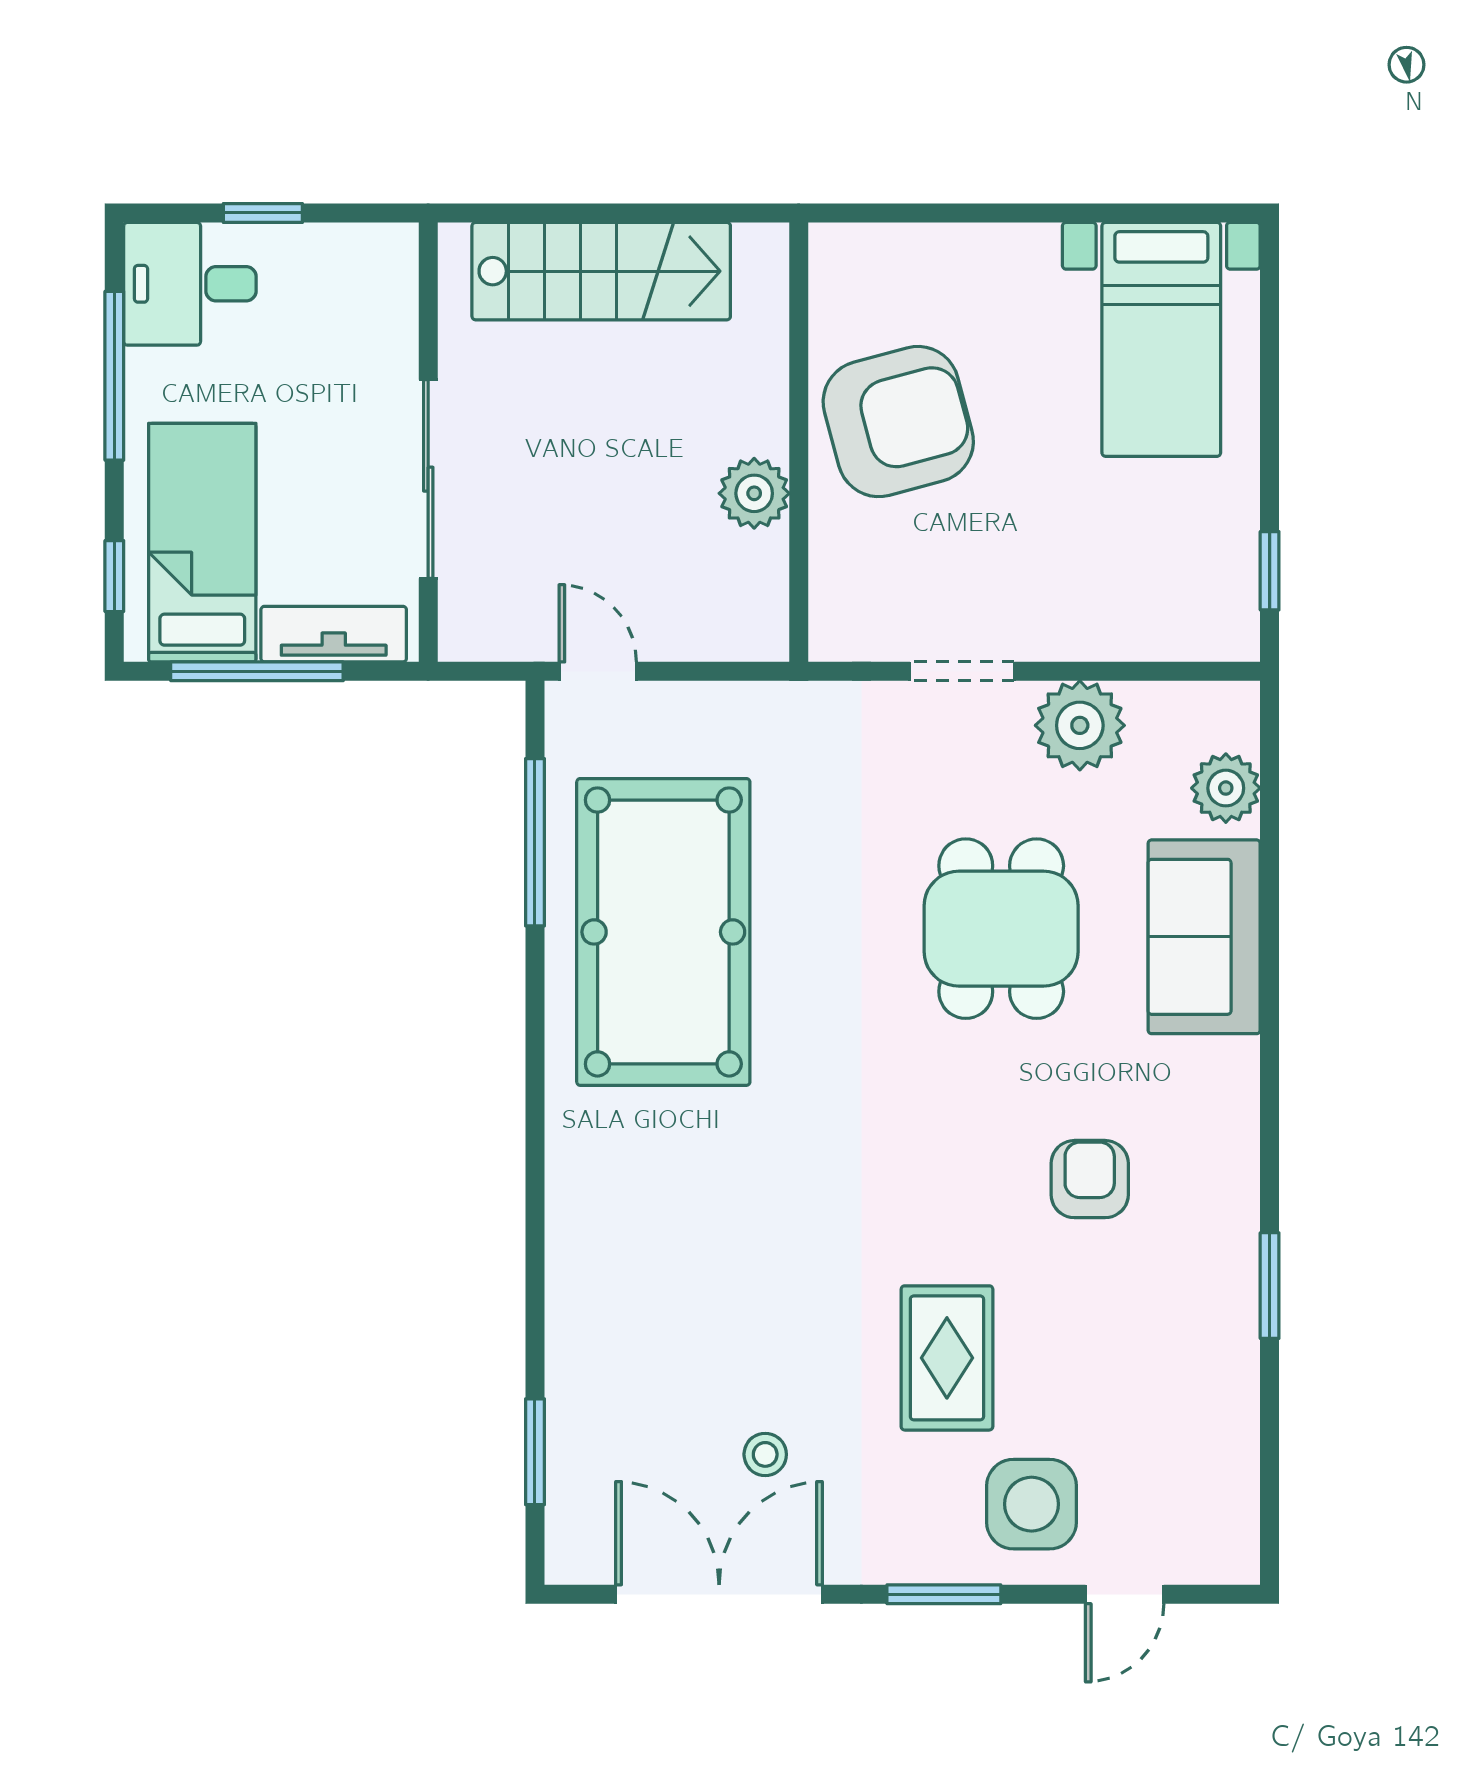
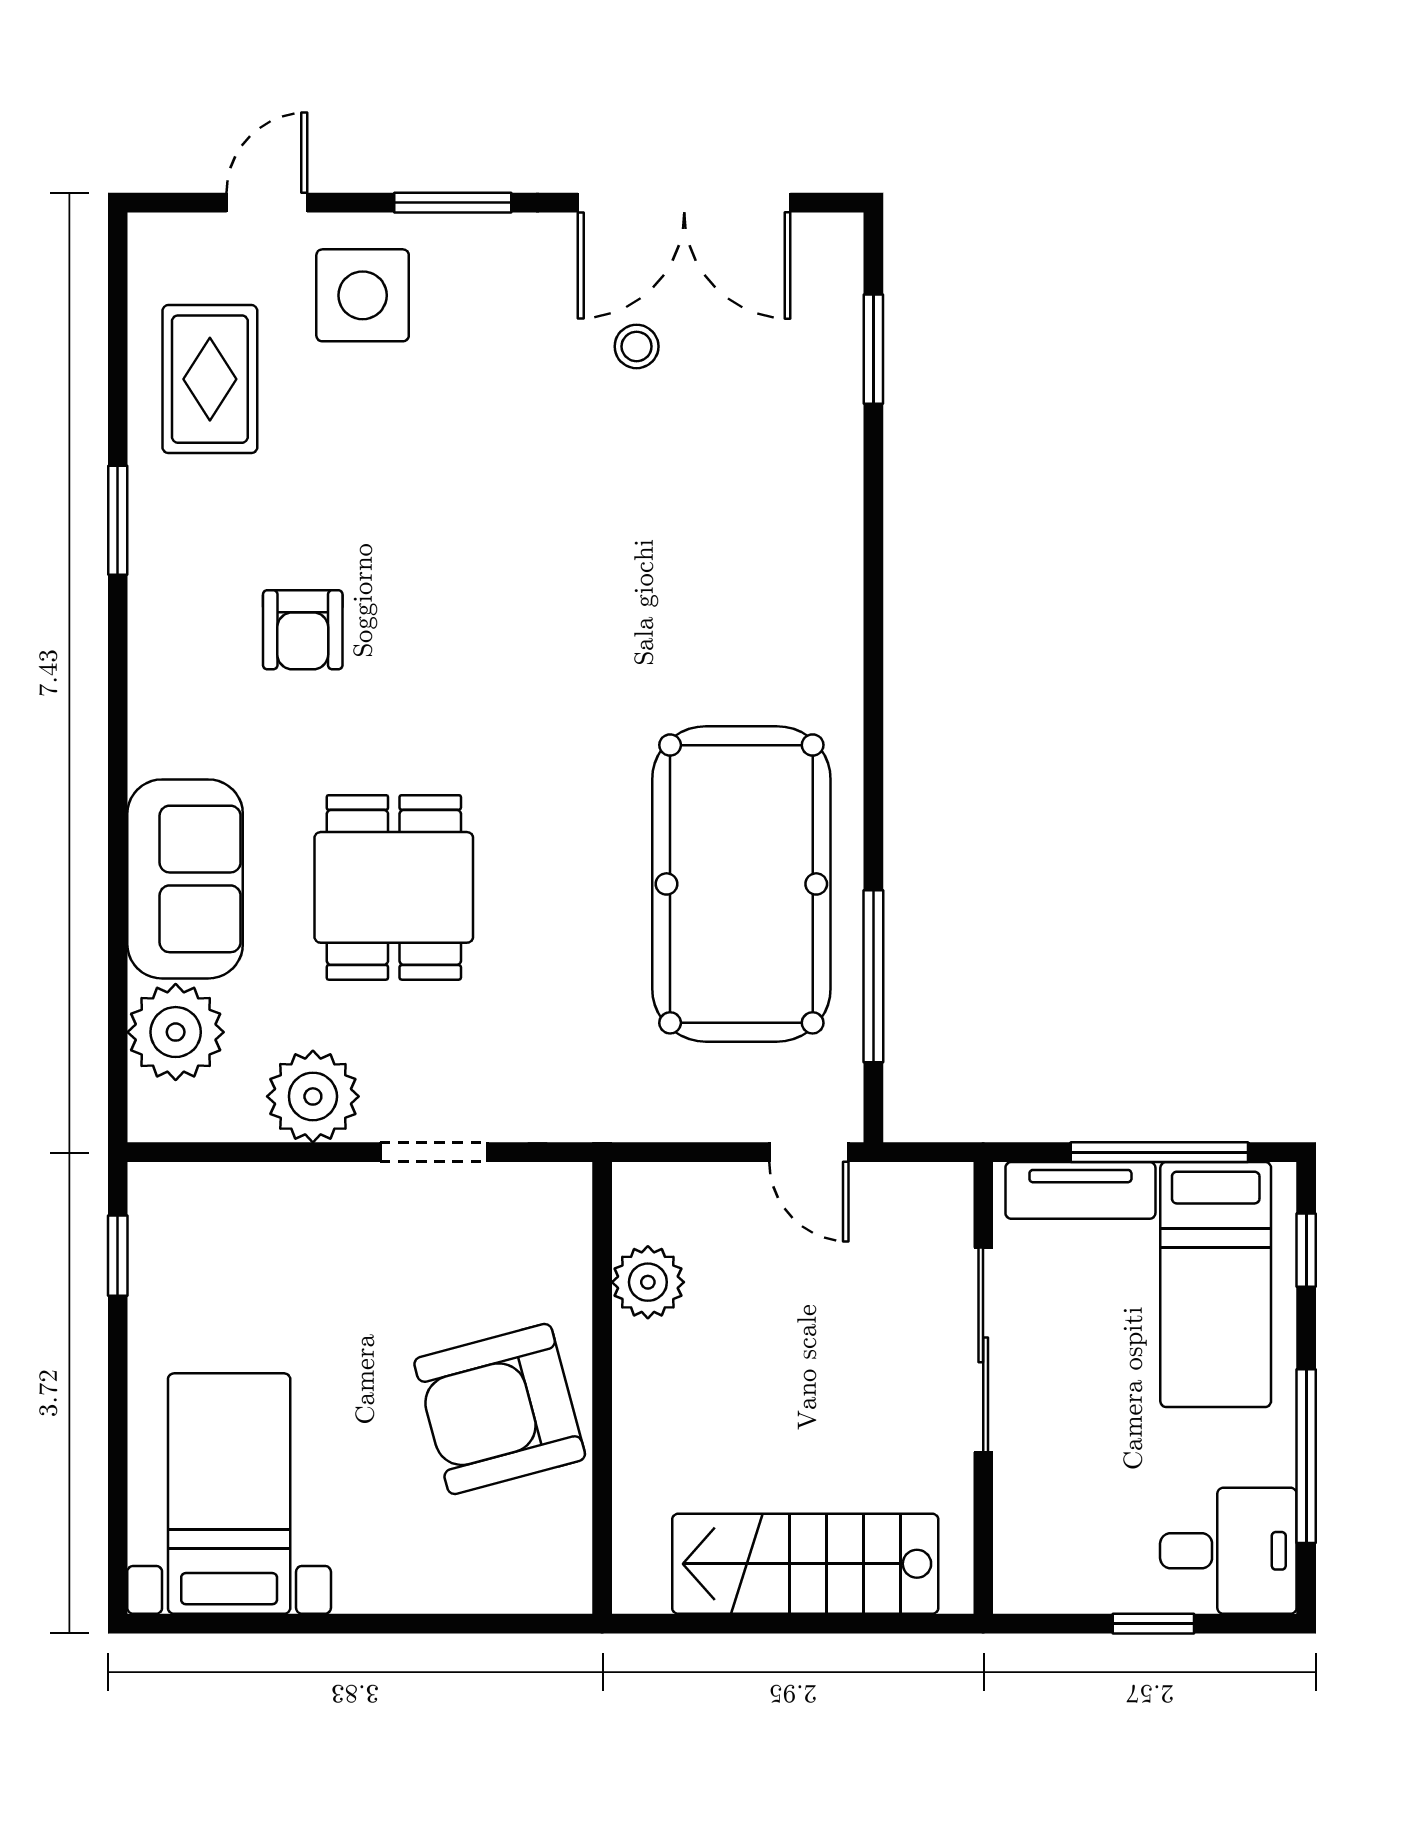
plant: (754, 493) -> (648, 1282), moved
plant: (1226, 788) -> (176, 1032), width x1.36, depth x1.36
rug: (947, 1358) -> (210, 379), moved

